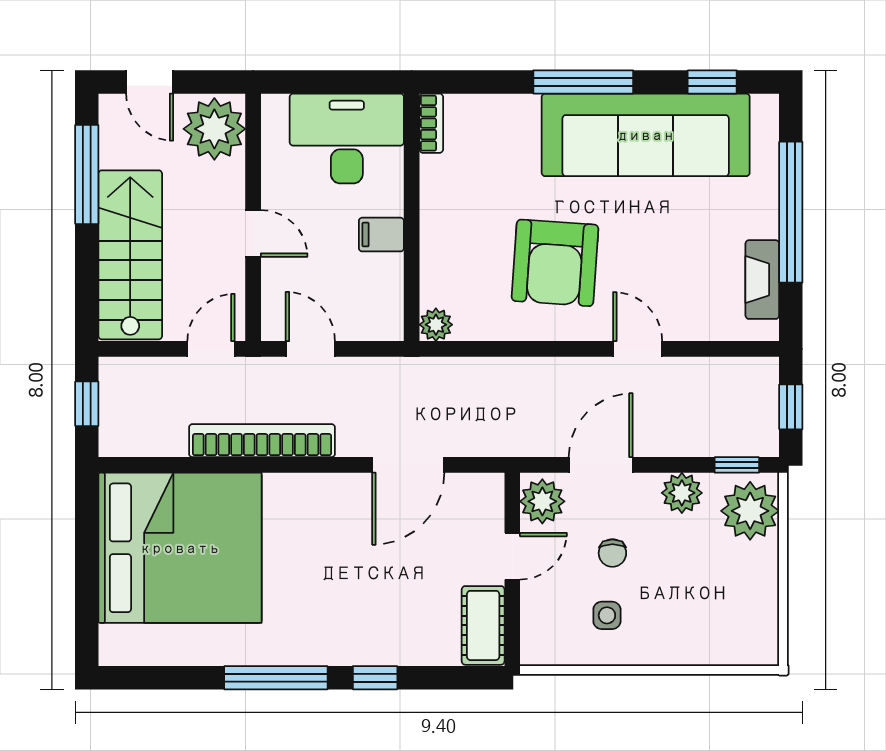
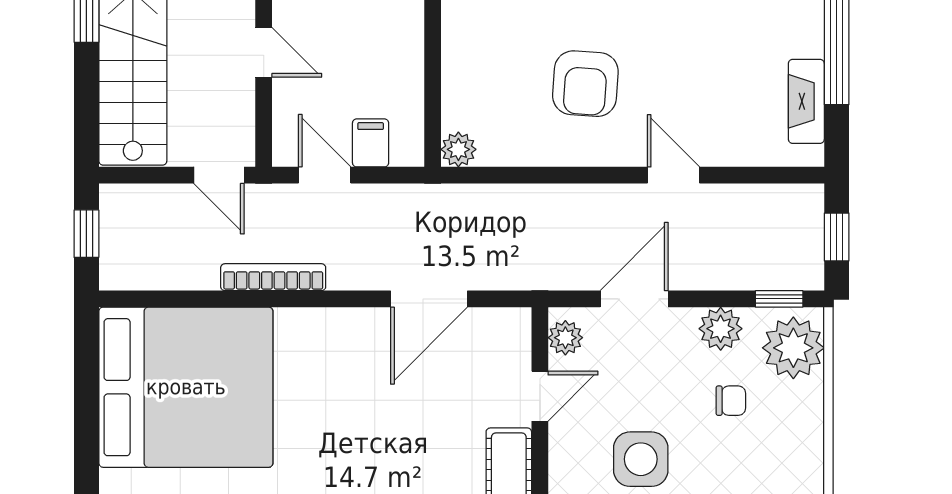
filing cabinet: (381, 235) -> (371, 143), moved, turned 90
armchair: (555, 263) -> (585, 84), width x0.73, depth x0.73
door: (211, 349) -> (219, 175), swing flipped
bookcase: (262, 441) -> (273, 277), width x0.68, depth x0.76
plant: (542, 501) -> (565, 338), width x0.73, depth x0.73
chair: (612, 553) -> (731, 401), moved, turned -90
side table: (607, 615) -> (641, 459), width x1.87, depth x1.87

